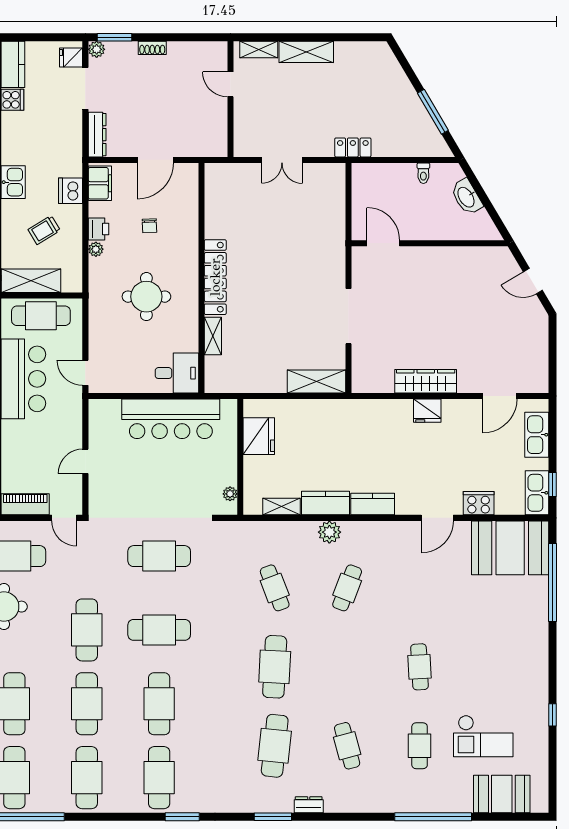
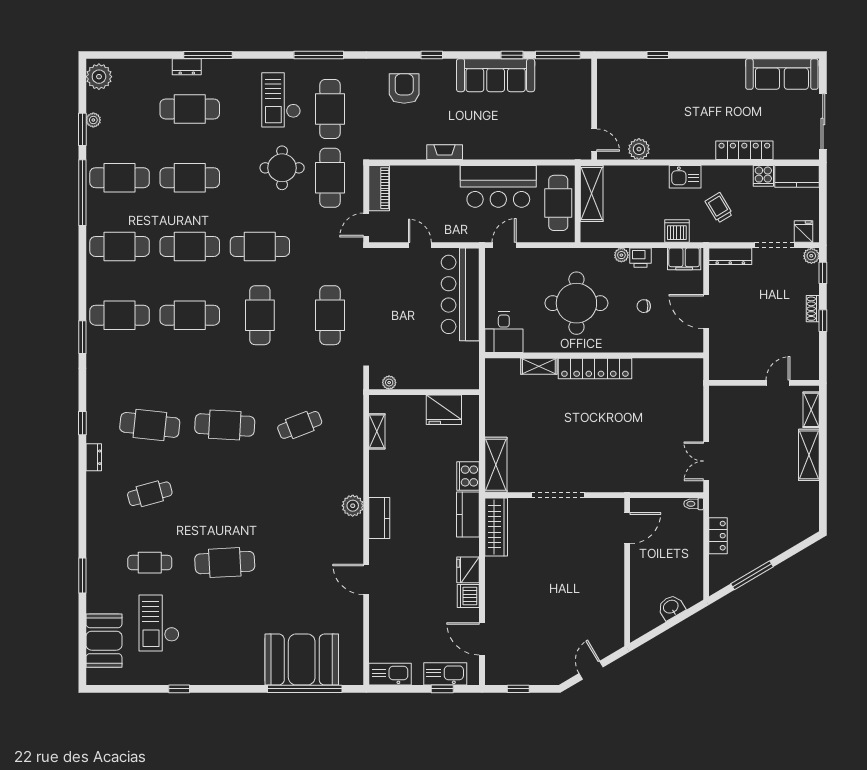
window: (115, 37) -> (823, 273), width x0.67
window: (165, 37) -> (823, 321), added
locker: (353, 147) -> (718, 536), moved
double door: (282, 160) -> (706, 461), moved
toilet: (423, 173) -> (694, 504), moved
washbasin: (467, 197) -> (671, 607), width x0.72
trolley: (44, 230) -> (719, 208), moved
round table: (146, 297) -> (576, 303), width x1.36, depth x1.36
window: (553, 358) -> (518, 689), added
wardrobe: (426, 381) -> (496, 527), moved
dishwasher: (455, 410) -> (468, 596), added
bar counter: (171, 419) -> (460, 294), moved
window: (553, 484) -> (442, 689), moved
kitchen counter: (325, 503) -> (468, 515), moved, turned 180
cooker: (479, 503) -> (468, 476), moved, turned 180
plant: (329, 532) -> (353, 506), moved
booth: (510, 548) -> (302, 660), moved, turned 90
cafe table: (347, 588) -> (300, 494), removed
cafe table: (420, 667) -> (225, 563), width x1.37, depth x1.35
window: (273, 817) -> (82, 423), width x0.67
window: (433, 817) -> (82, 575), width x0.47

